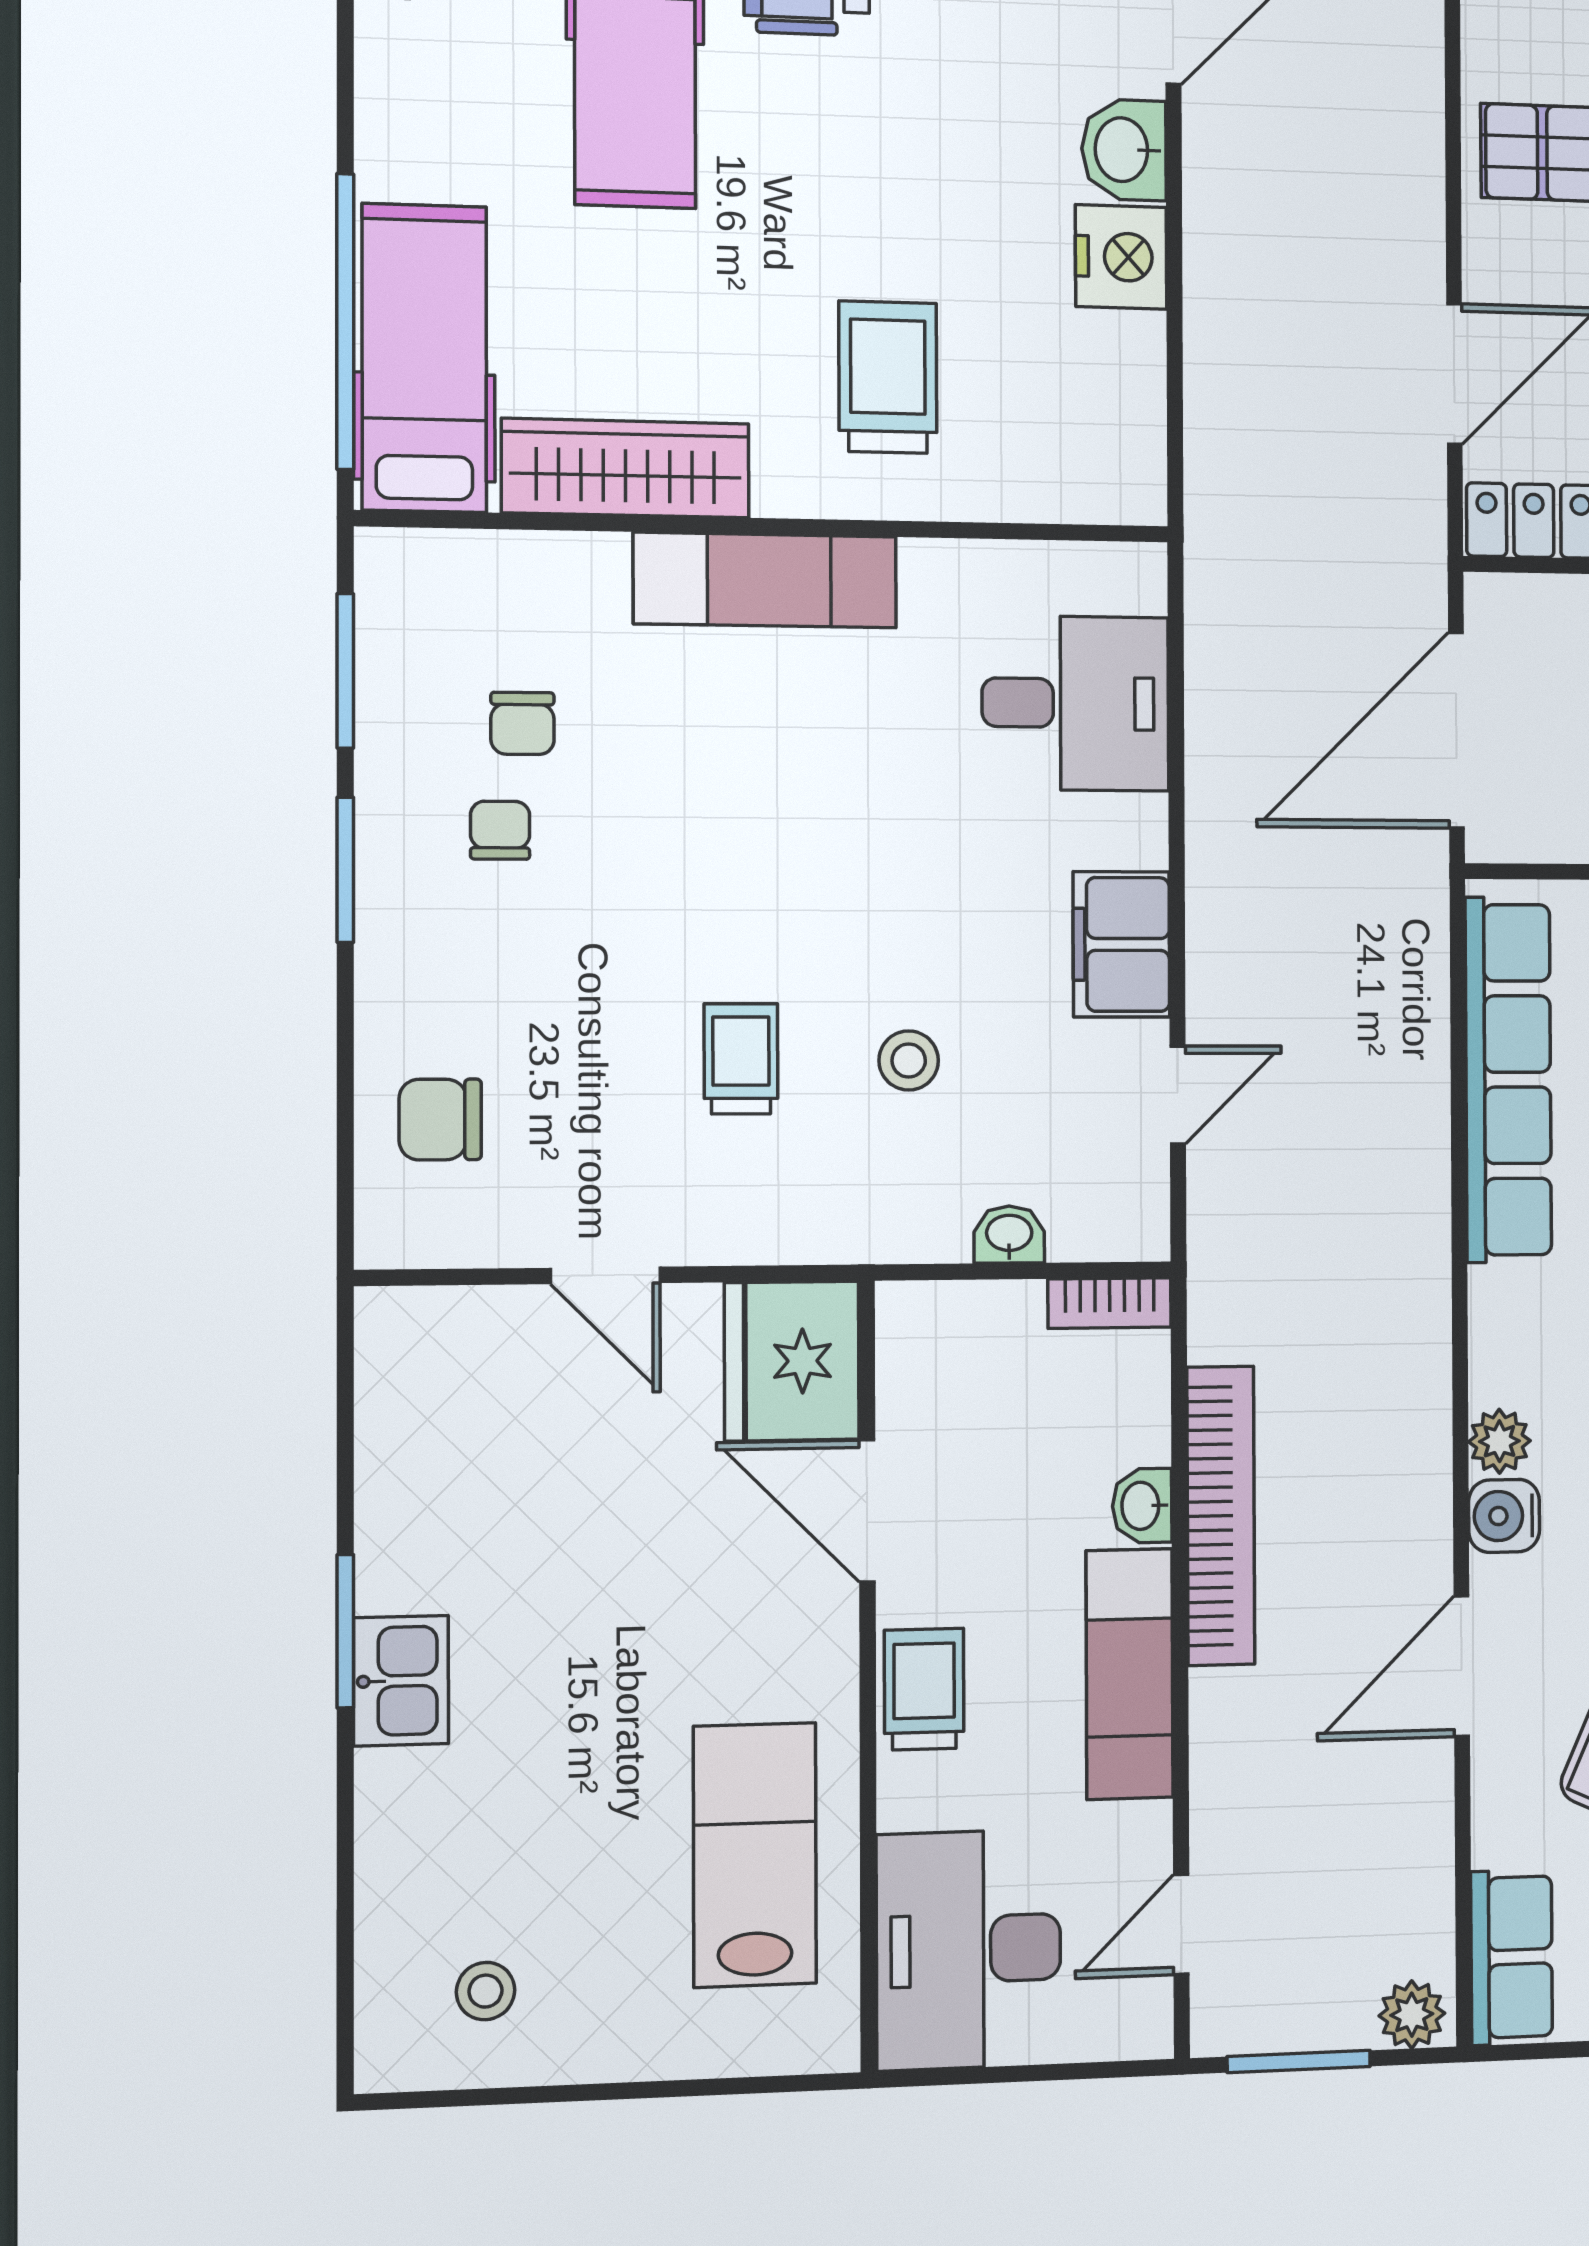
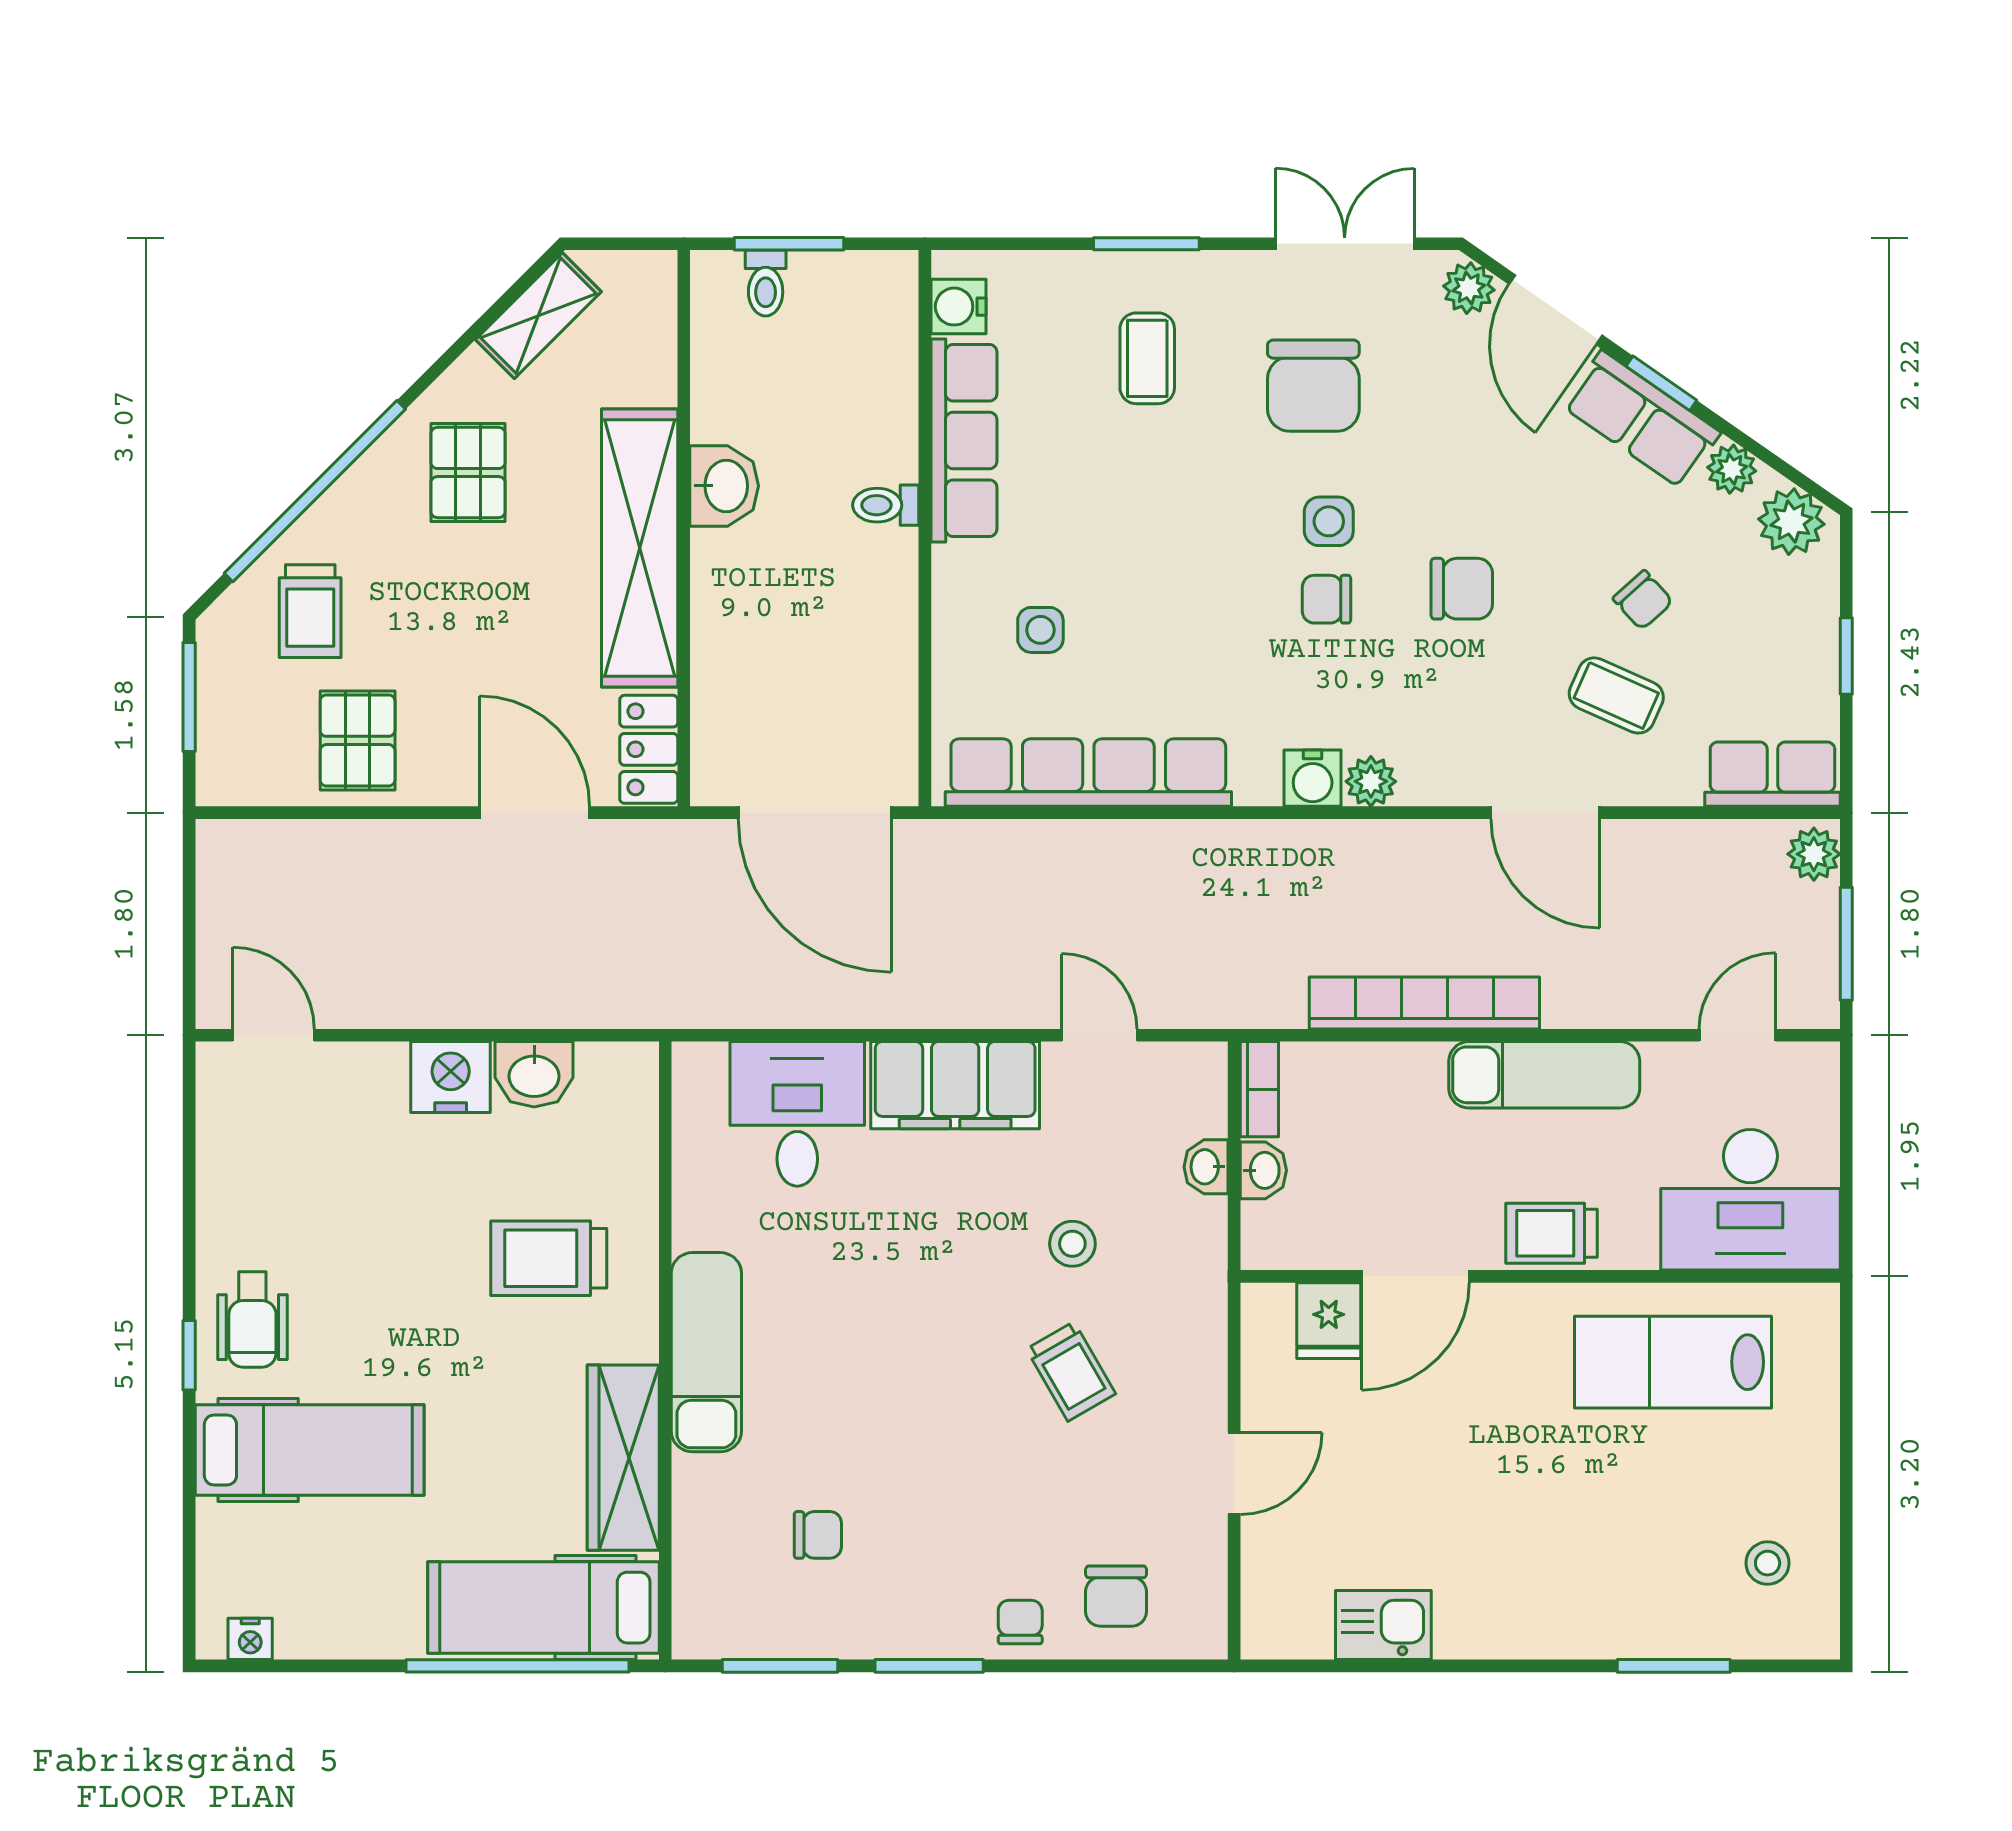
washbasin: (1124, 150) -> (534, 1074), moved
chair: (500, 830) -> (1020, 1622), moved, turned 90
filing cabinet: (1121, 944) -> (955, 1085), width x1.50, depth x1.17
trolley: (741, 1059) -> (1071, 1371), turned -120
fridge: (792, 1361) -> (1329, 1321), width x0.53, depth x0.75
washbasin: (1142, 1506) -> (1263, 1170), moved, turned -90
water cooler: (1504, 1516) -> (1313, 778), moved
window: (345, 1631) -> (1674, 1666), moved
kitchen sink: (401, 1681) -> (1383, 1625), moved
door: (1181, 1924) -> (1737, 1035), swing flipped

